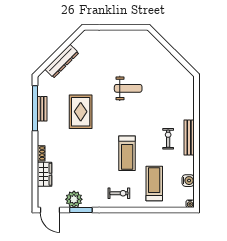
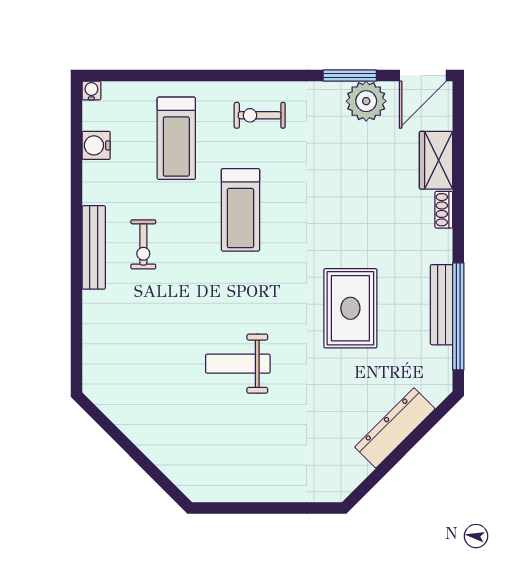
bench: (42, 109) -> (442, 305), width x1.36
treadmill: (127, 153) -> (240, 210), turned 180
door: (50, 210) -> (423, 75), swing flipped

